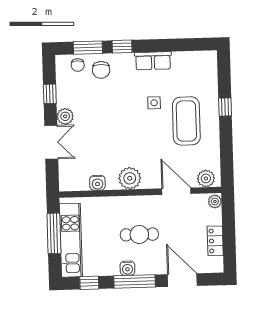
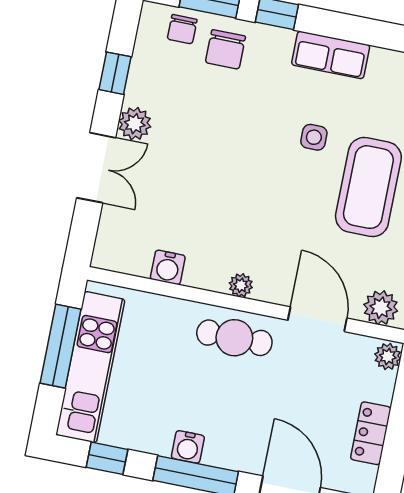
plant: (130, 178) -> (241, 285), width x0.53, depth x0.53
cafe table: (139, 234) -> (234, 338), moved

